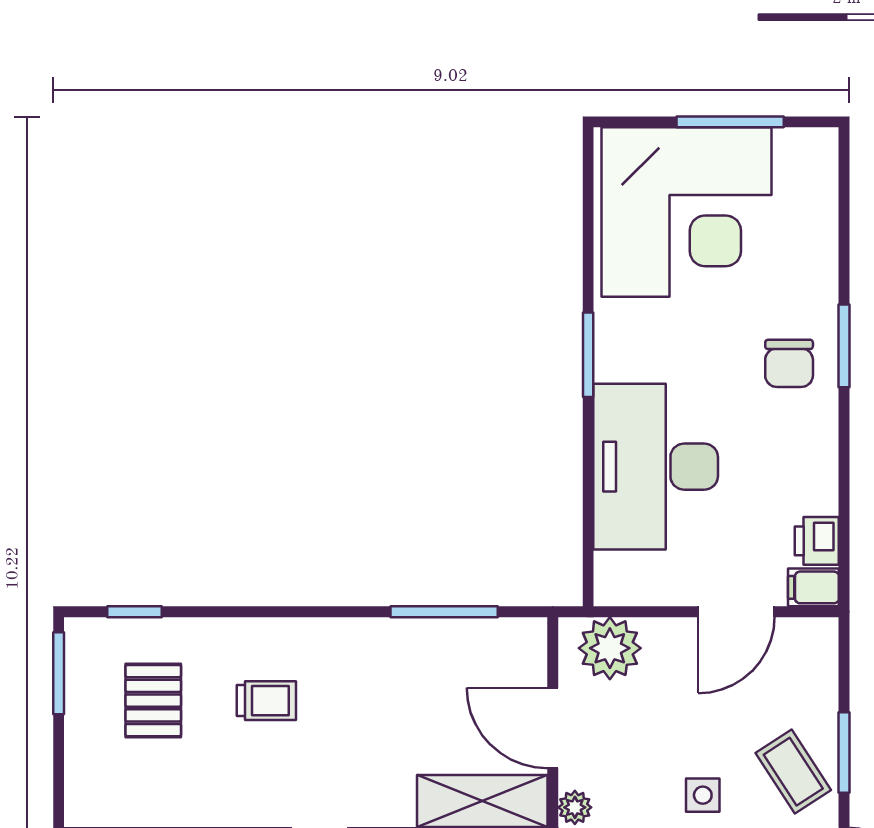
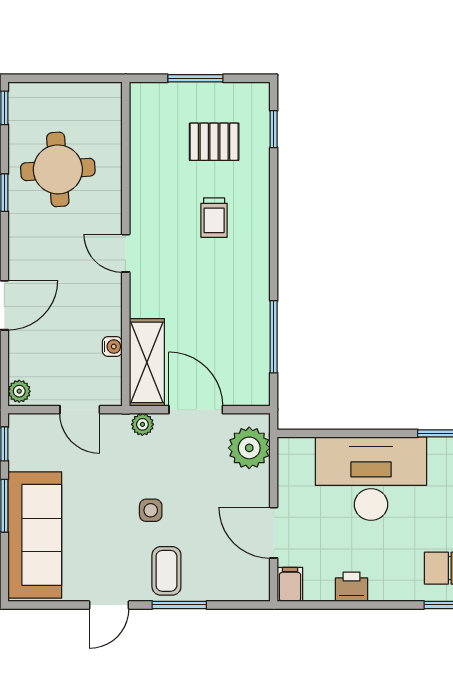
printer: (817, 541) -> (352, 587), moved
window: (59, 673) -> (195, 78), moved
door: (553, 728) -> (196, 410), hinge flipped
coffee table: (793, 772) -> (166, 571), turned -57

